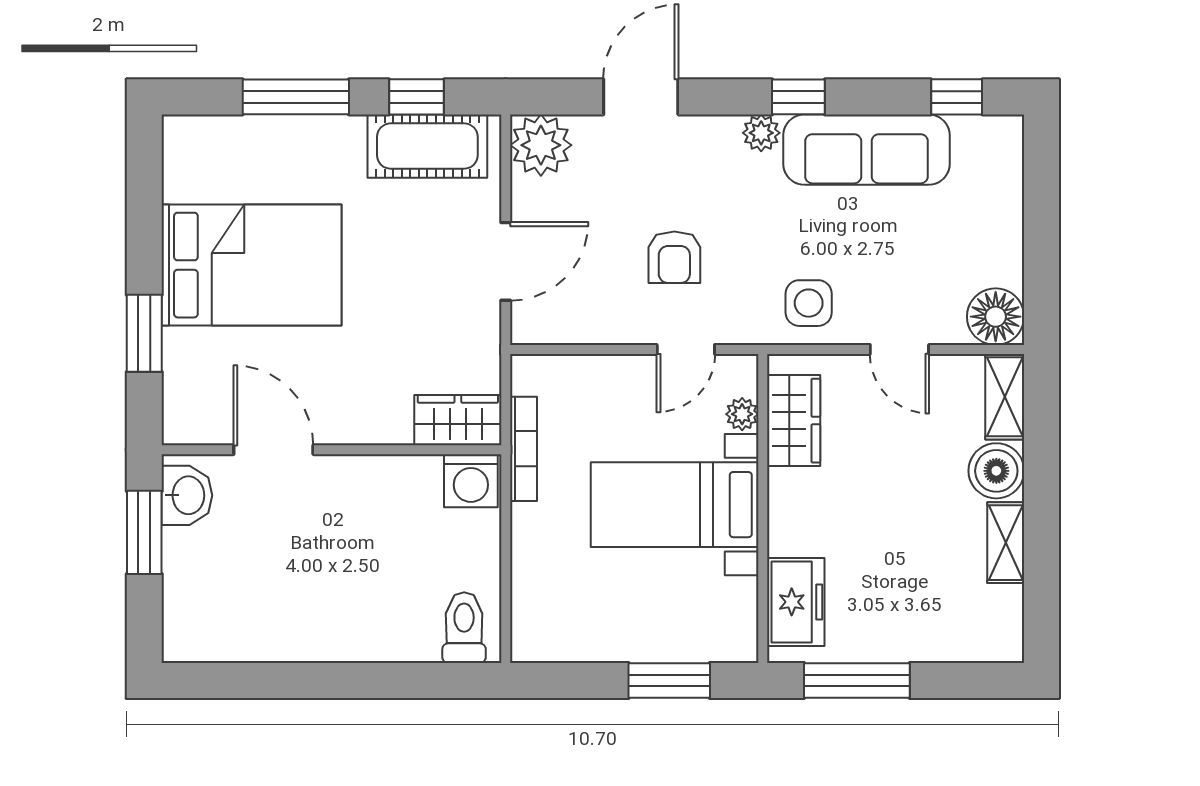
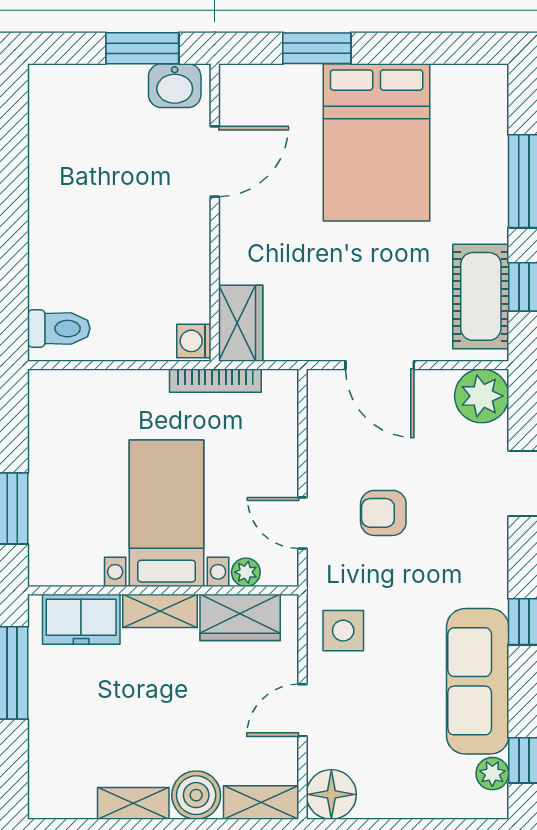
plant: (761, 133) -> (492, 774), moved
washing machine: (471, 481) -> (194, 341), width x0.73, depth x0.73
shelving: (786, 512) -> (160, 611), added

